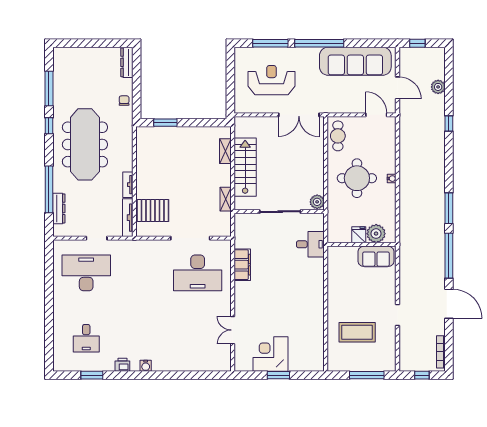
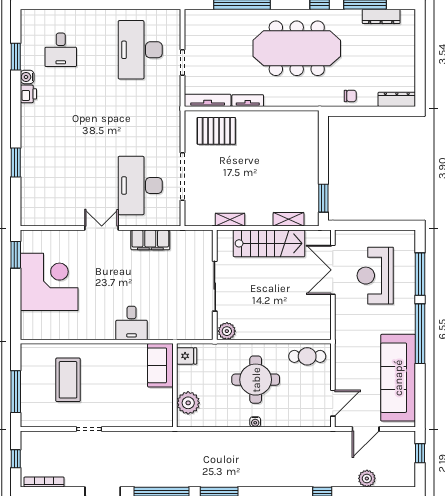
reception desk: (272, 80) -> (375, 276), turned 180
double door: (299, 115) -> (333, 270), moved
window: (165, 123) -> (323, 198), moved
dresser: (59, 208) -> (381, 16), moved
pallet: (153, 211) -> (216, 131), turned 90
fridge: (359, 235) -> (187, 356), moved
desk: (310, 244) -> (132, 323), moved
sofa: (376, 256) -> (160, 365), moved
desk: (86, 273) -> (140, 50), turned 180
double door: (233, 330) -> (102, 228), moved
desk: (86, 338) -> (61, 50), turned -90
corner desk: (271, 354) -> (49, 282), width x1.36, depth x1.36
water cooler: (146, 366) -> (27, 77), moved
window: (179, 375) -> (16, 163), added
window: (278, 375) -> (16, 255), moved

